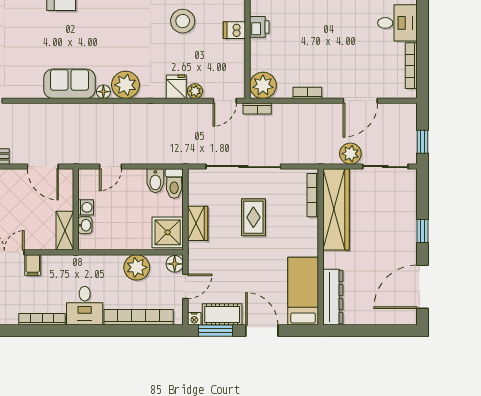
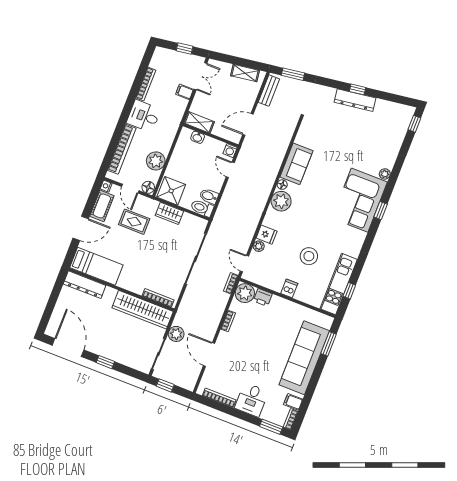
printer: (259, 27) -> (263, 297), moved
washing machine: (86, 207) -> (230, 151), moved
rug: (253, 217) -> (134, 222), moved
window: (216, 331) -> (93, 197), removed

